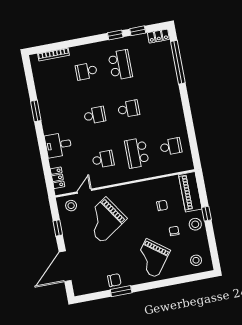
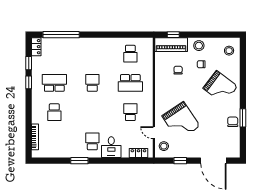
school desk: (95, 115) -> (92, 141), moved
school desk: (171, 147) -> (130, 54), turned 180
window: (206, 214) -> (173, 35), moved

